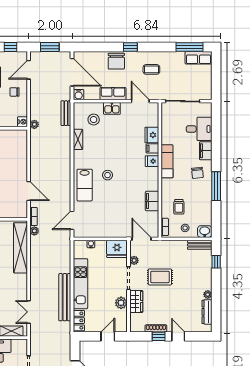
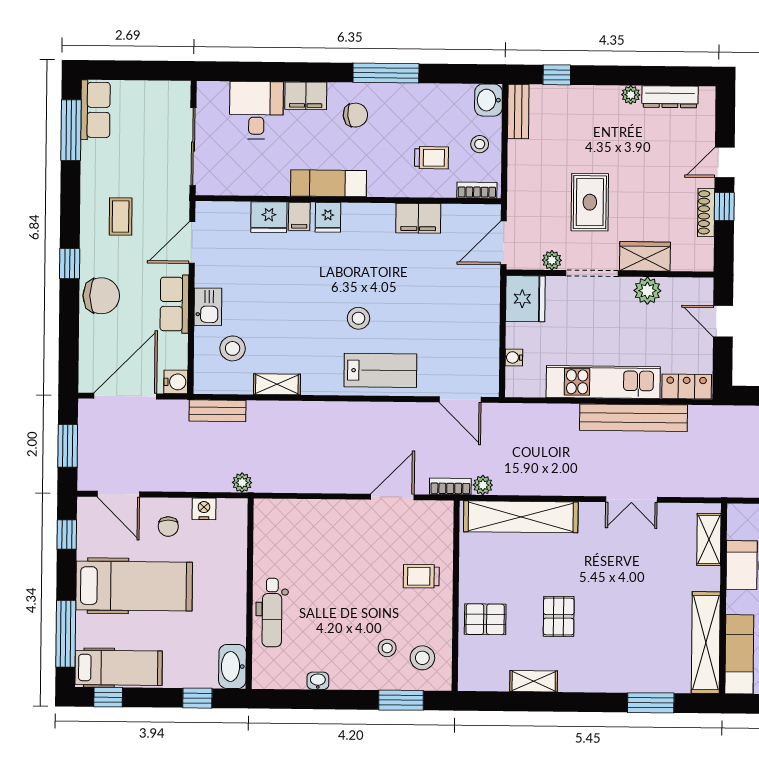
nightstand: (23, 122) -> (204, 509), moved
double door: (29, 312) -> (631, 499), moved

